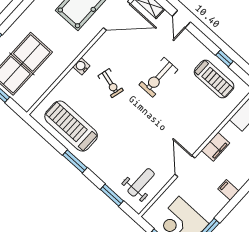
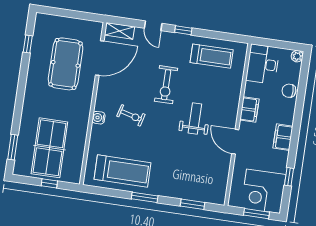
window: (224, 58) -> (183, 30), moved
treadmill: (71, 126) -> (123, 171), turned 180
weight bench: (141, 182) -> (195, 119), moved
filing cabinet: (228, 190) -> (283, 137), width x2.00

